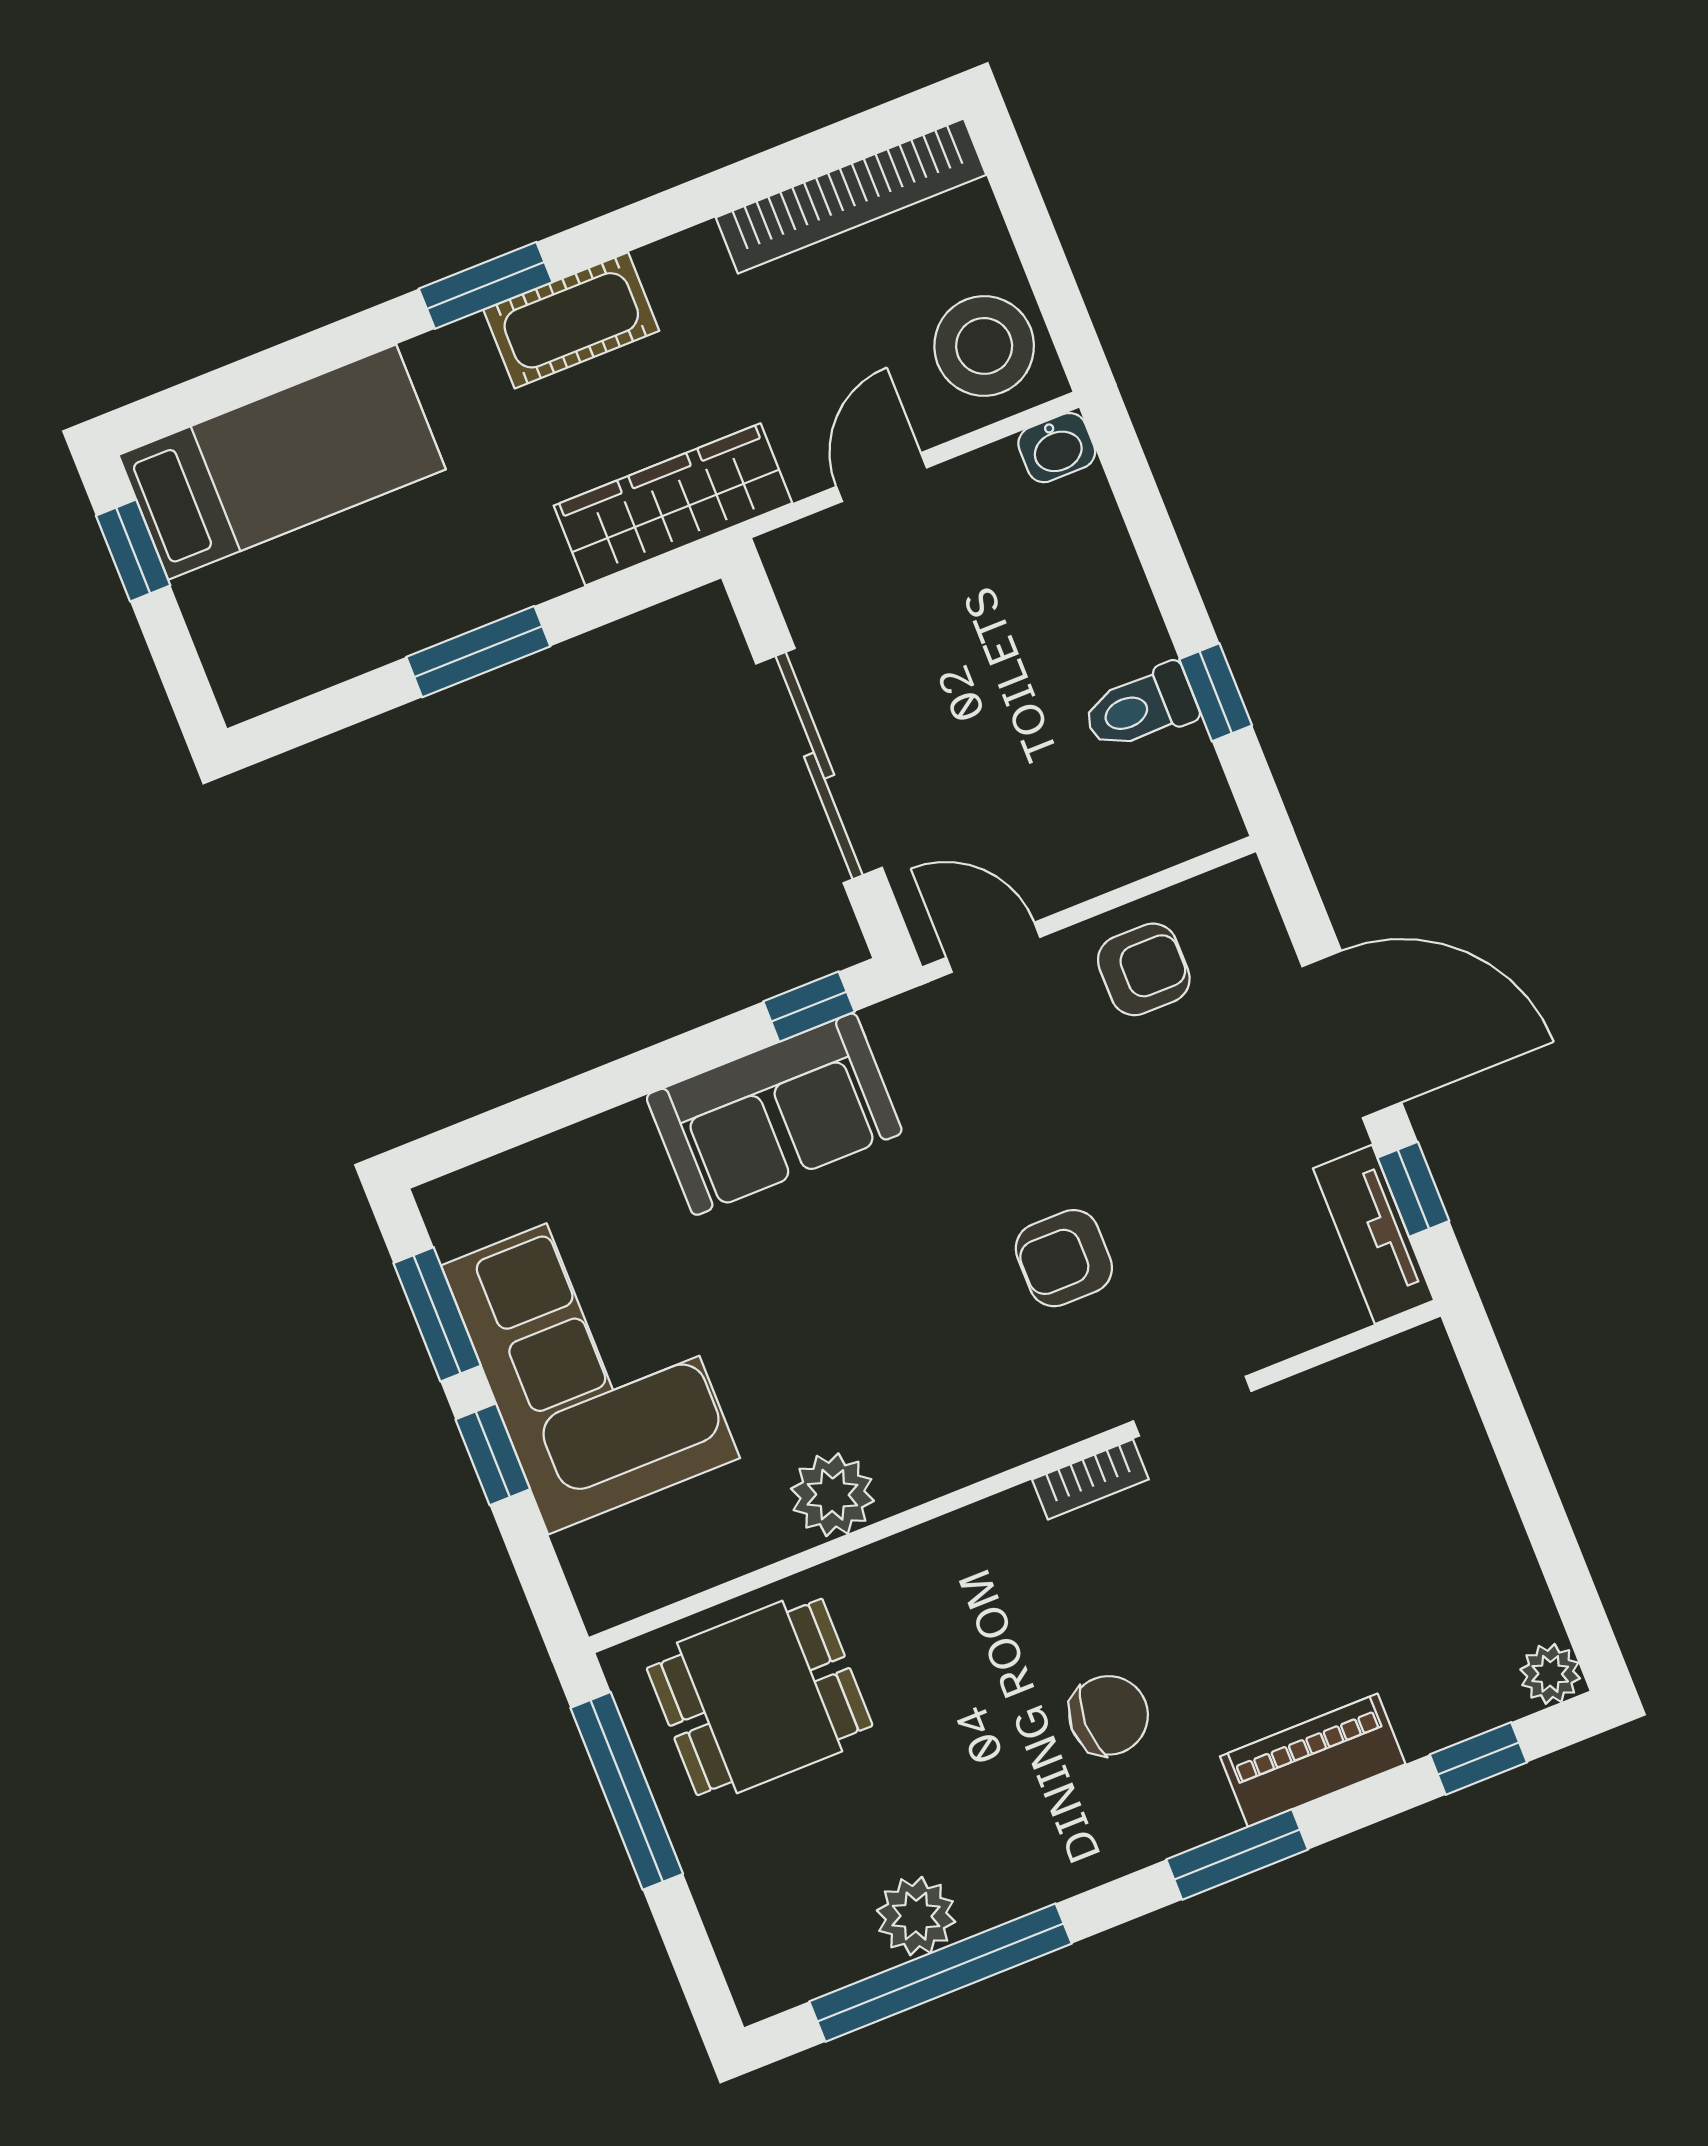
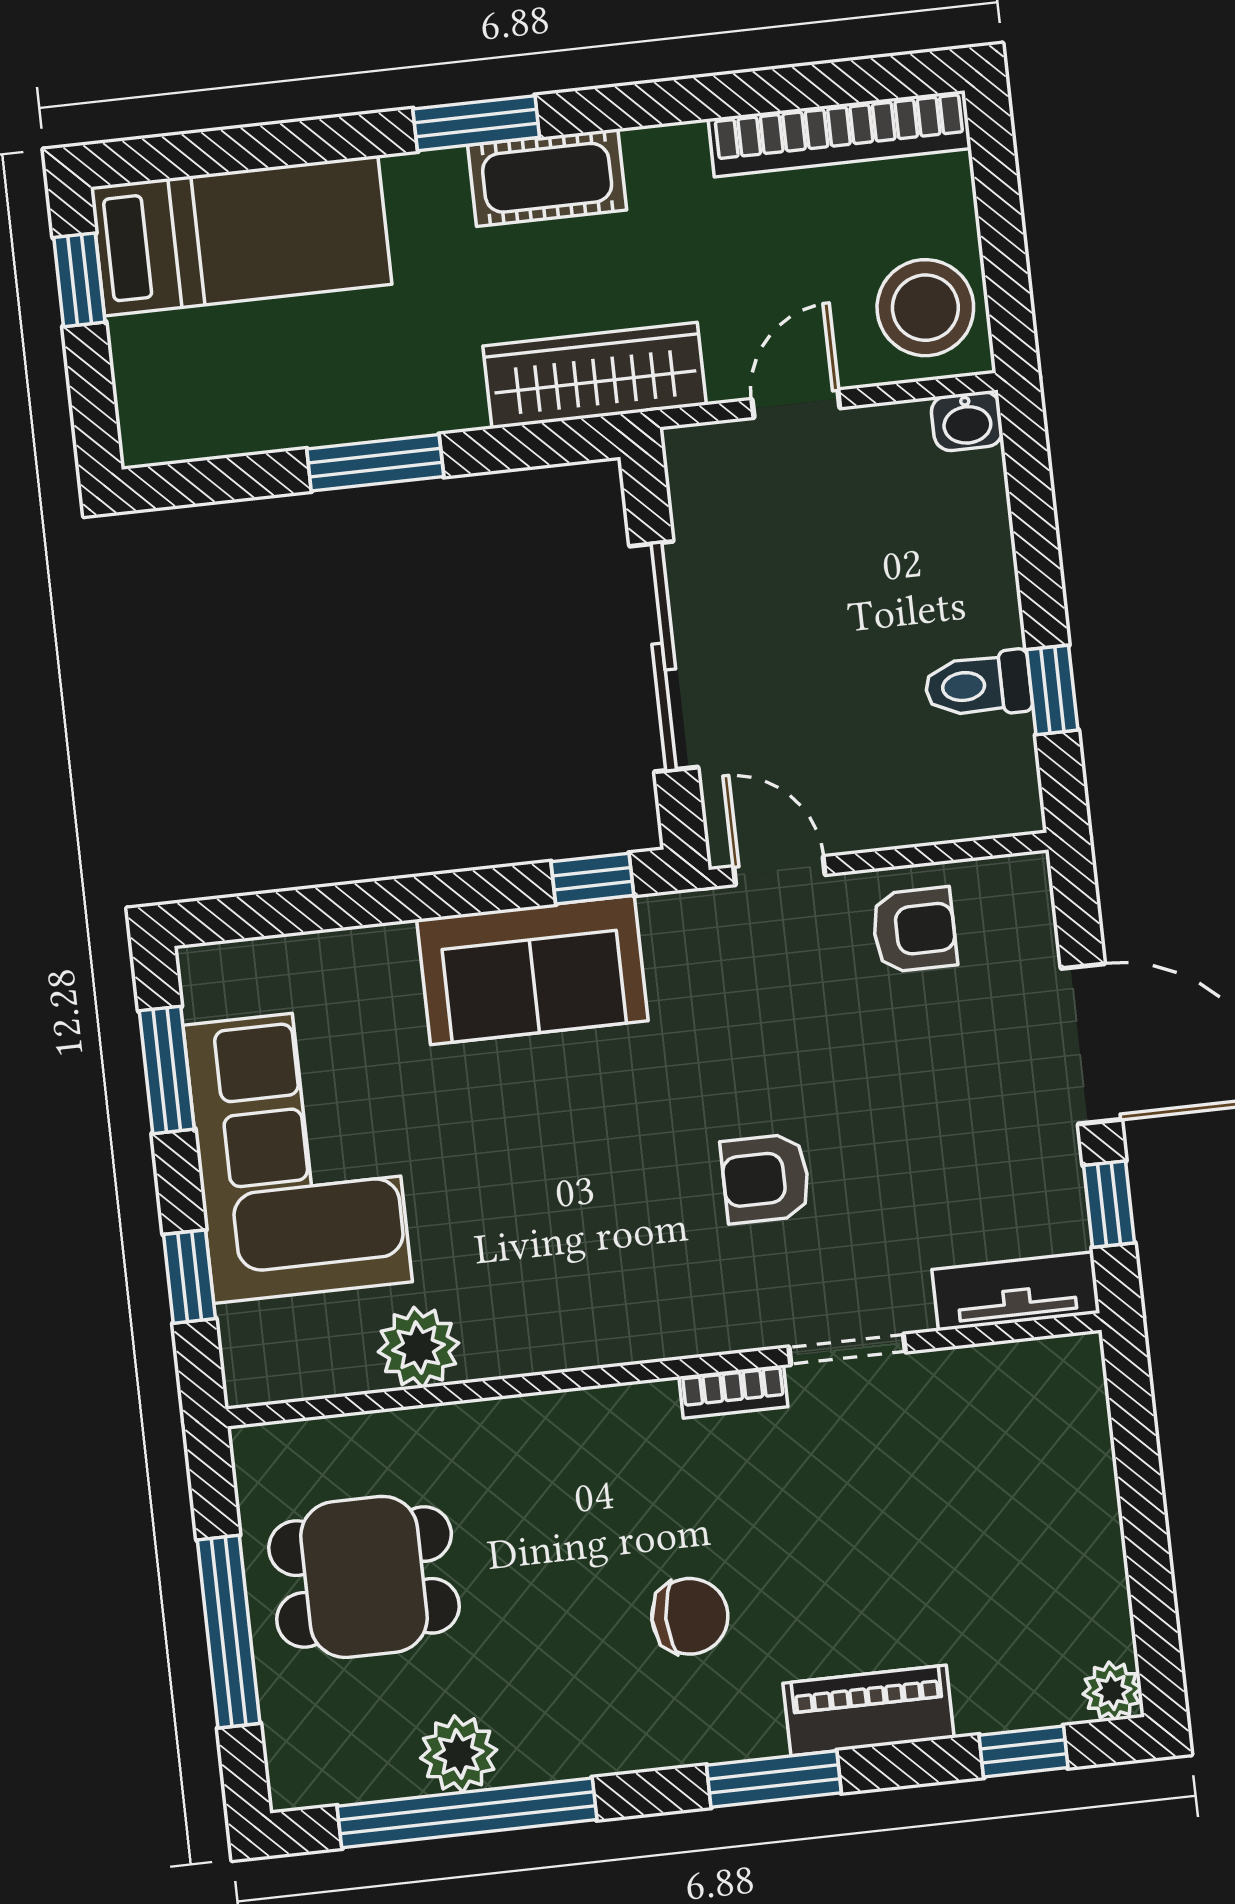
tv unit: (1374, 1234) -> (1016, 1291), moved, turned 90
window: (493, 1454) -> (189, 1277), moved
plant: (832, 1495) -> (418, 1347), moved
dining table: (760, 1697) -> (364, 1577), moved
window: (627, 1791) -> (229, 1632), moved

